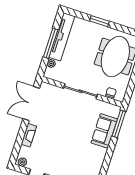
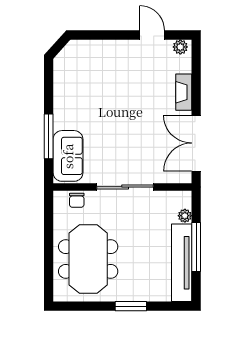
double door: (31, 103) -> (196, 143), swing flipped
window: (119, 124) -> (49, 136), moved
sofa: (104, 131) -> (68, 156), moved

